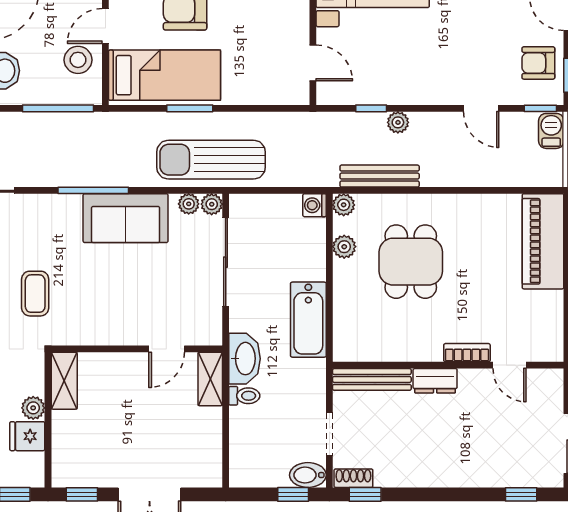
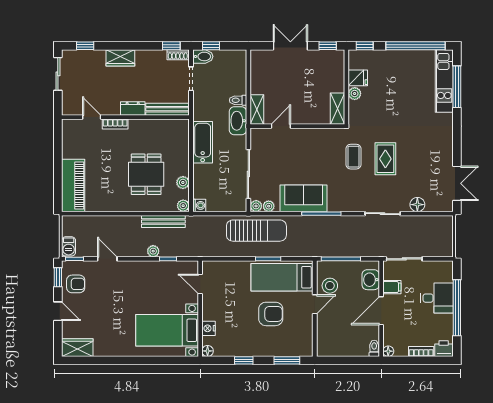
wardrobe: (457, 473) -> (120, 58), added

